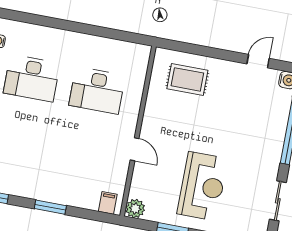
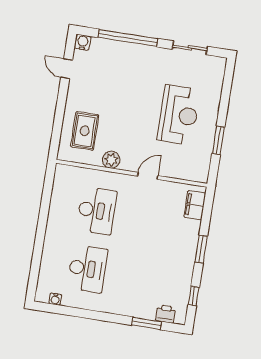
reception desk: (202, 186) -> (179, 115), turned 90
filing cabinet: (108, 203) -> (195, 205), width x2.00
plant: (135, 209) -> (111, 160), moved

